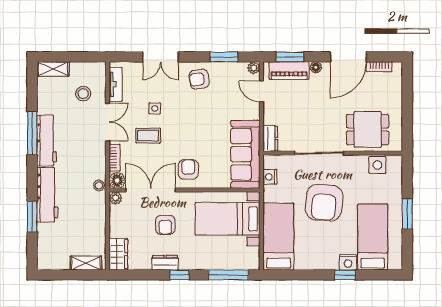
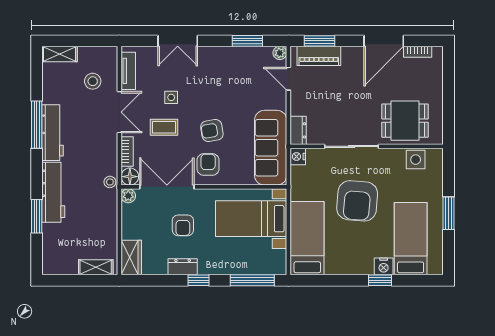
floor lamp: (316, 67) -> (348, 52), removed
armchair: (199, 79) -> (212, 130), moved
nightstand: (270, 177) -> (298, 156), moved

